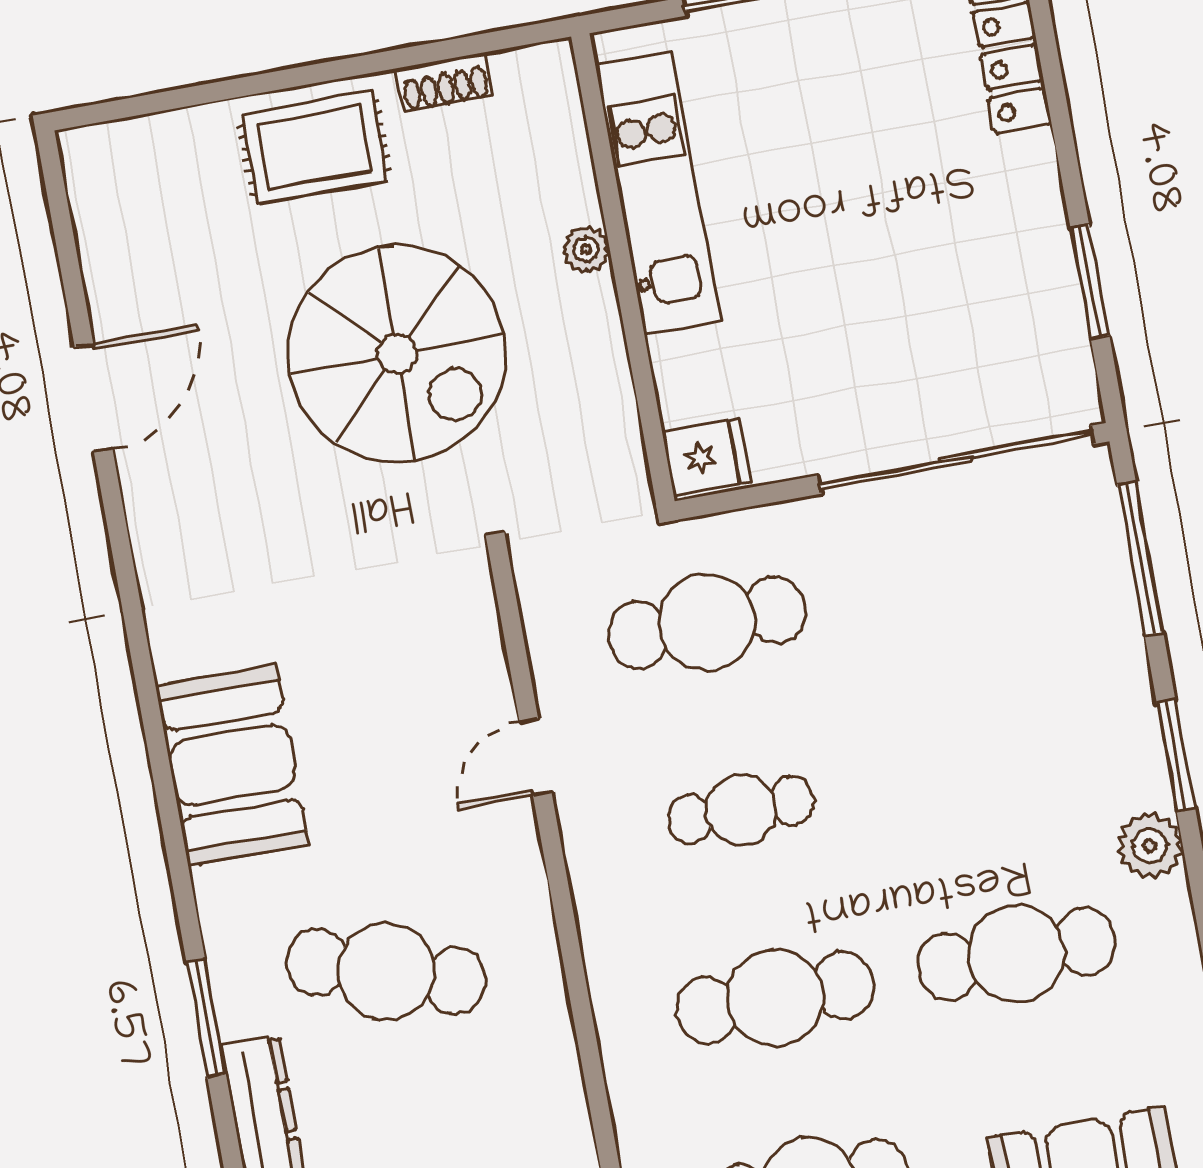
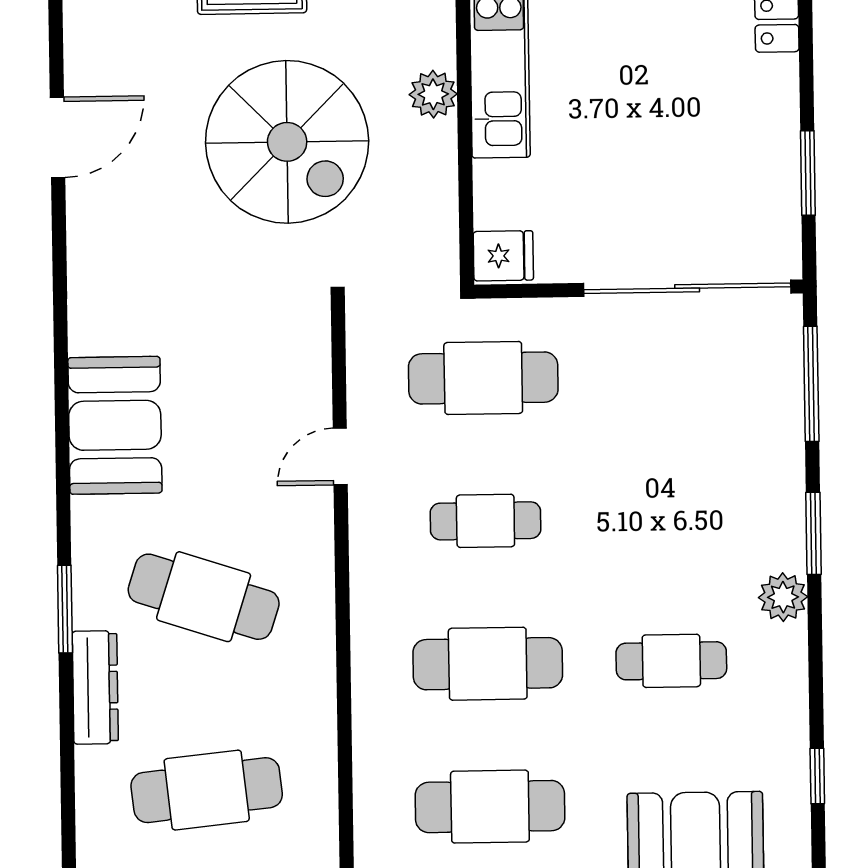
plant: (586, 249) -> (433, 94), width x1.38, depth x1.38
cafe table: (1016, 954) -> (671, 661), width x0.73, depth x0.74

